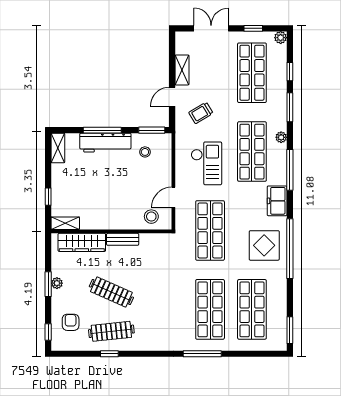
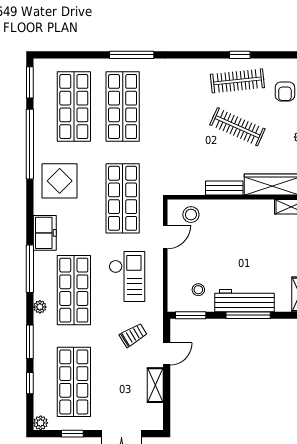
checkout: (206, 163) -> (127, 276), turned 180
window: (290, 249) -> (30, 144), moved

